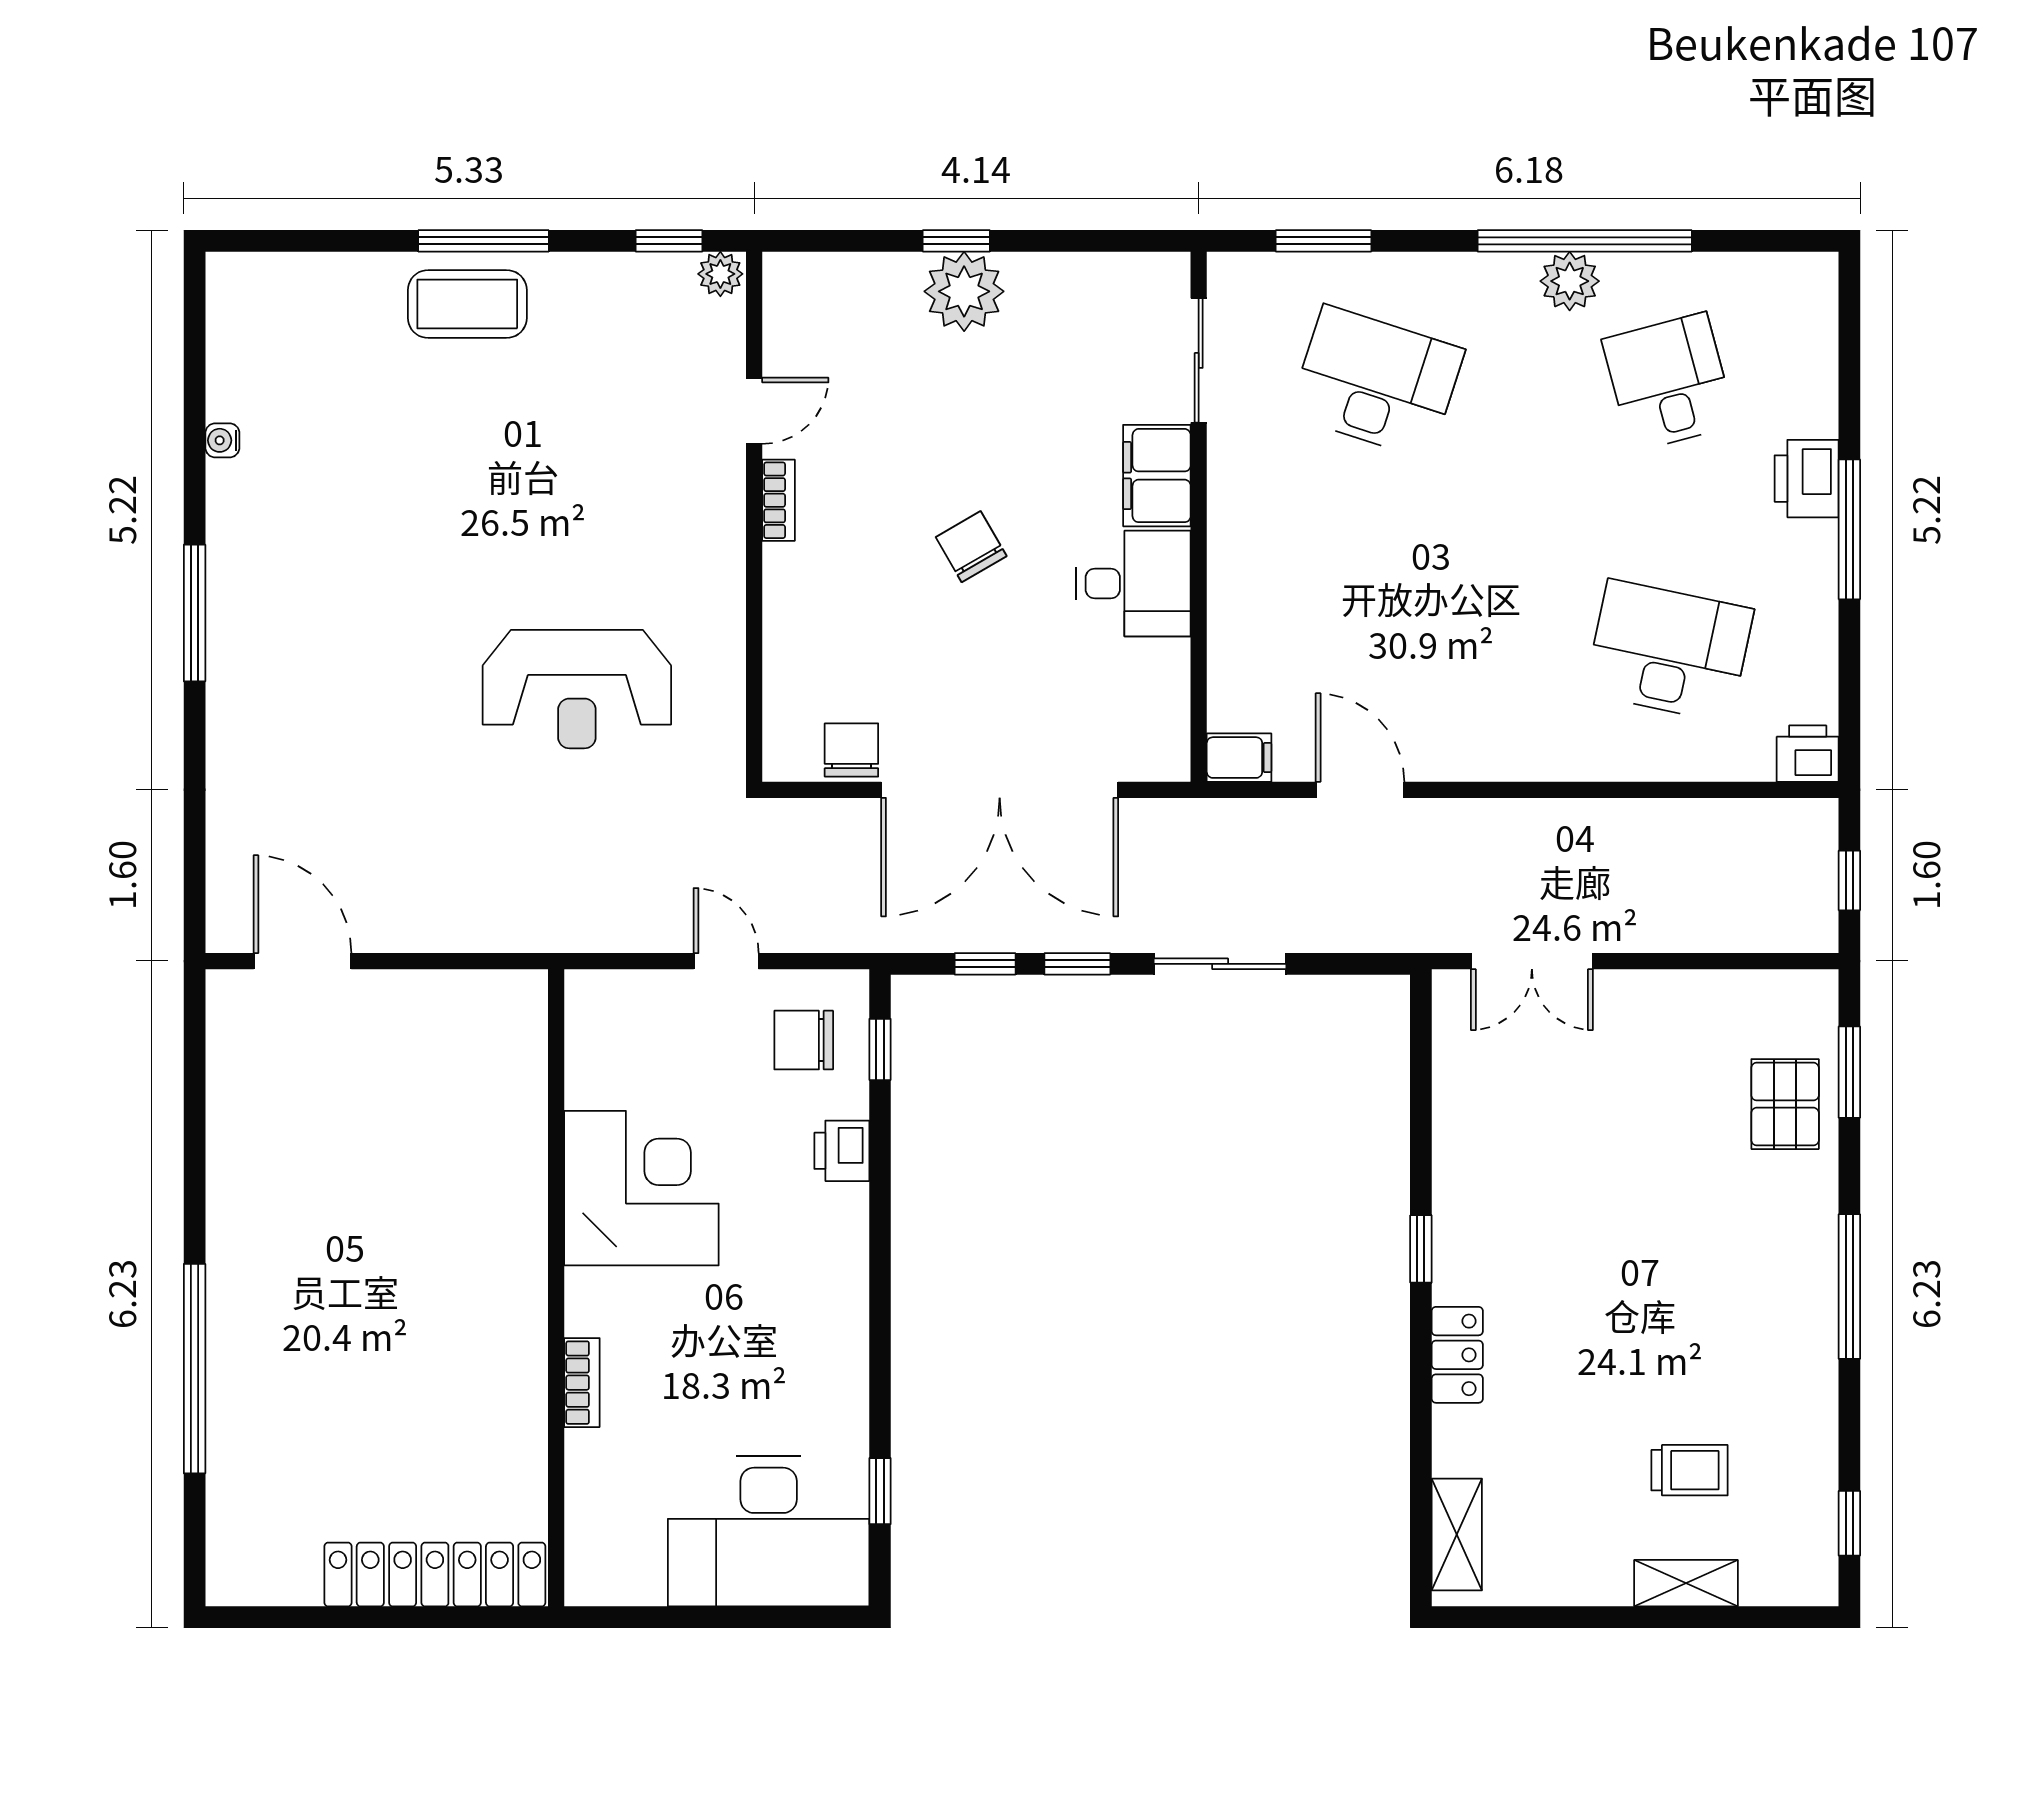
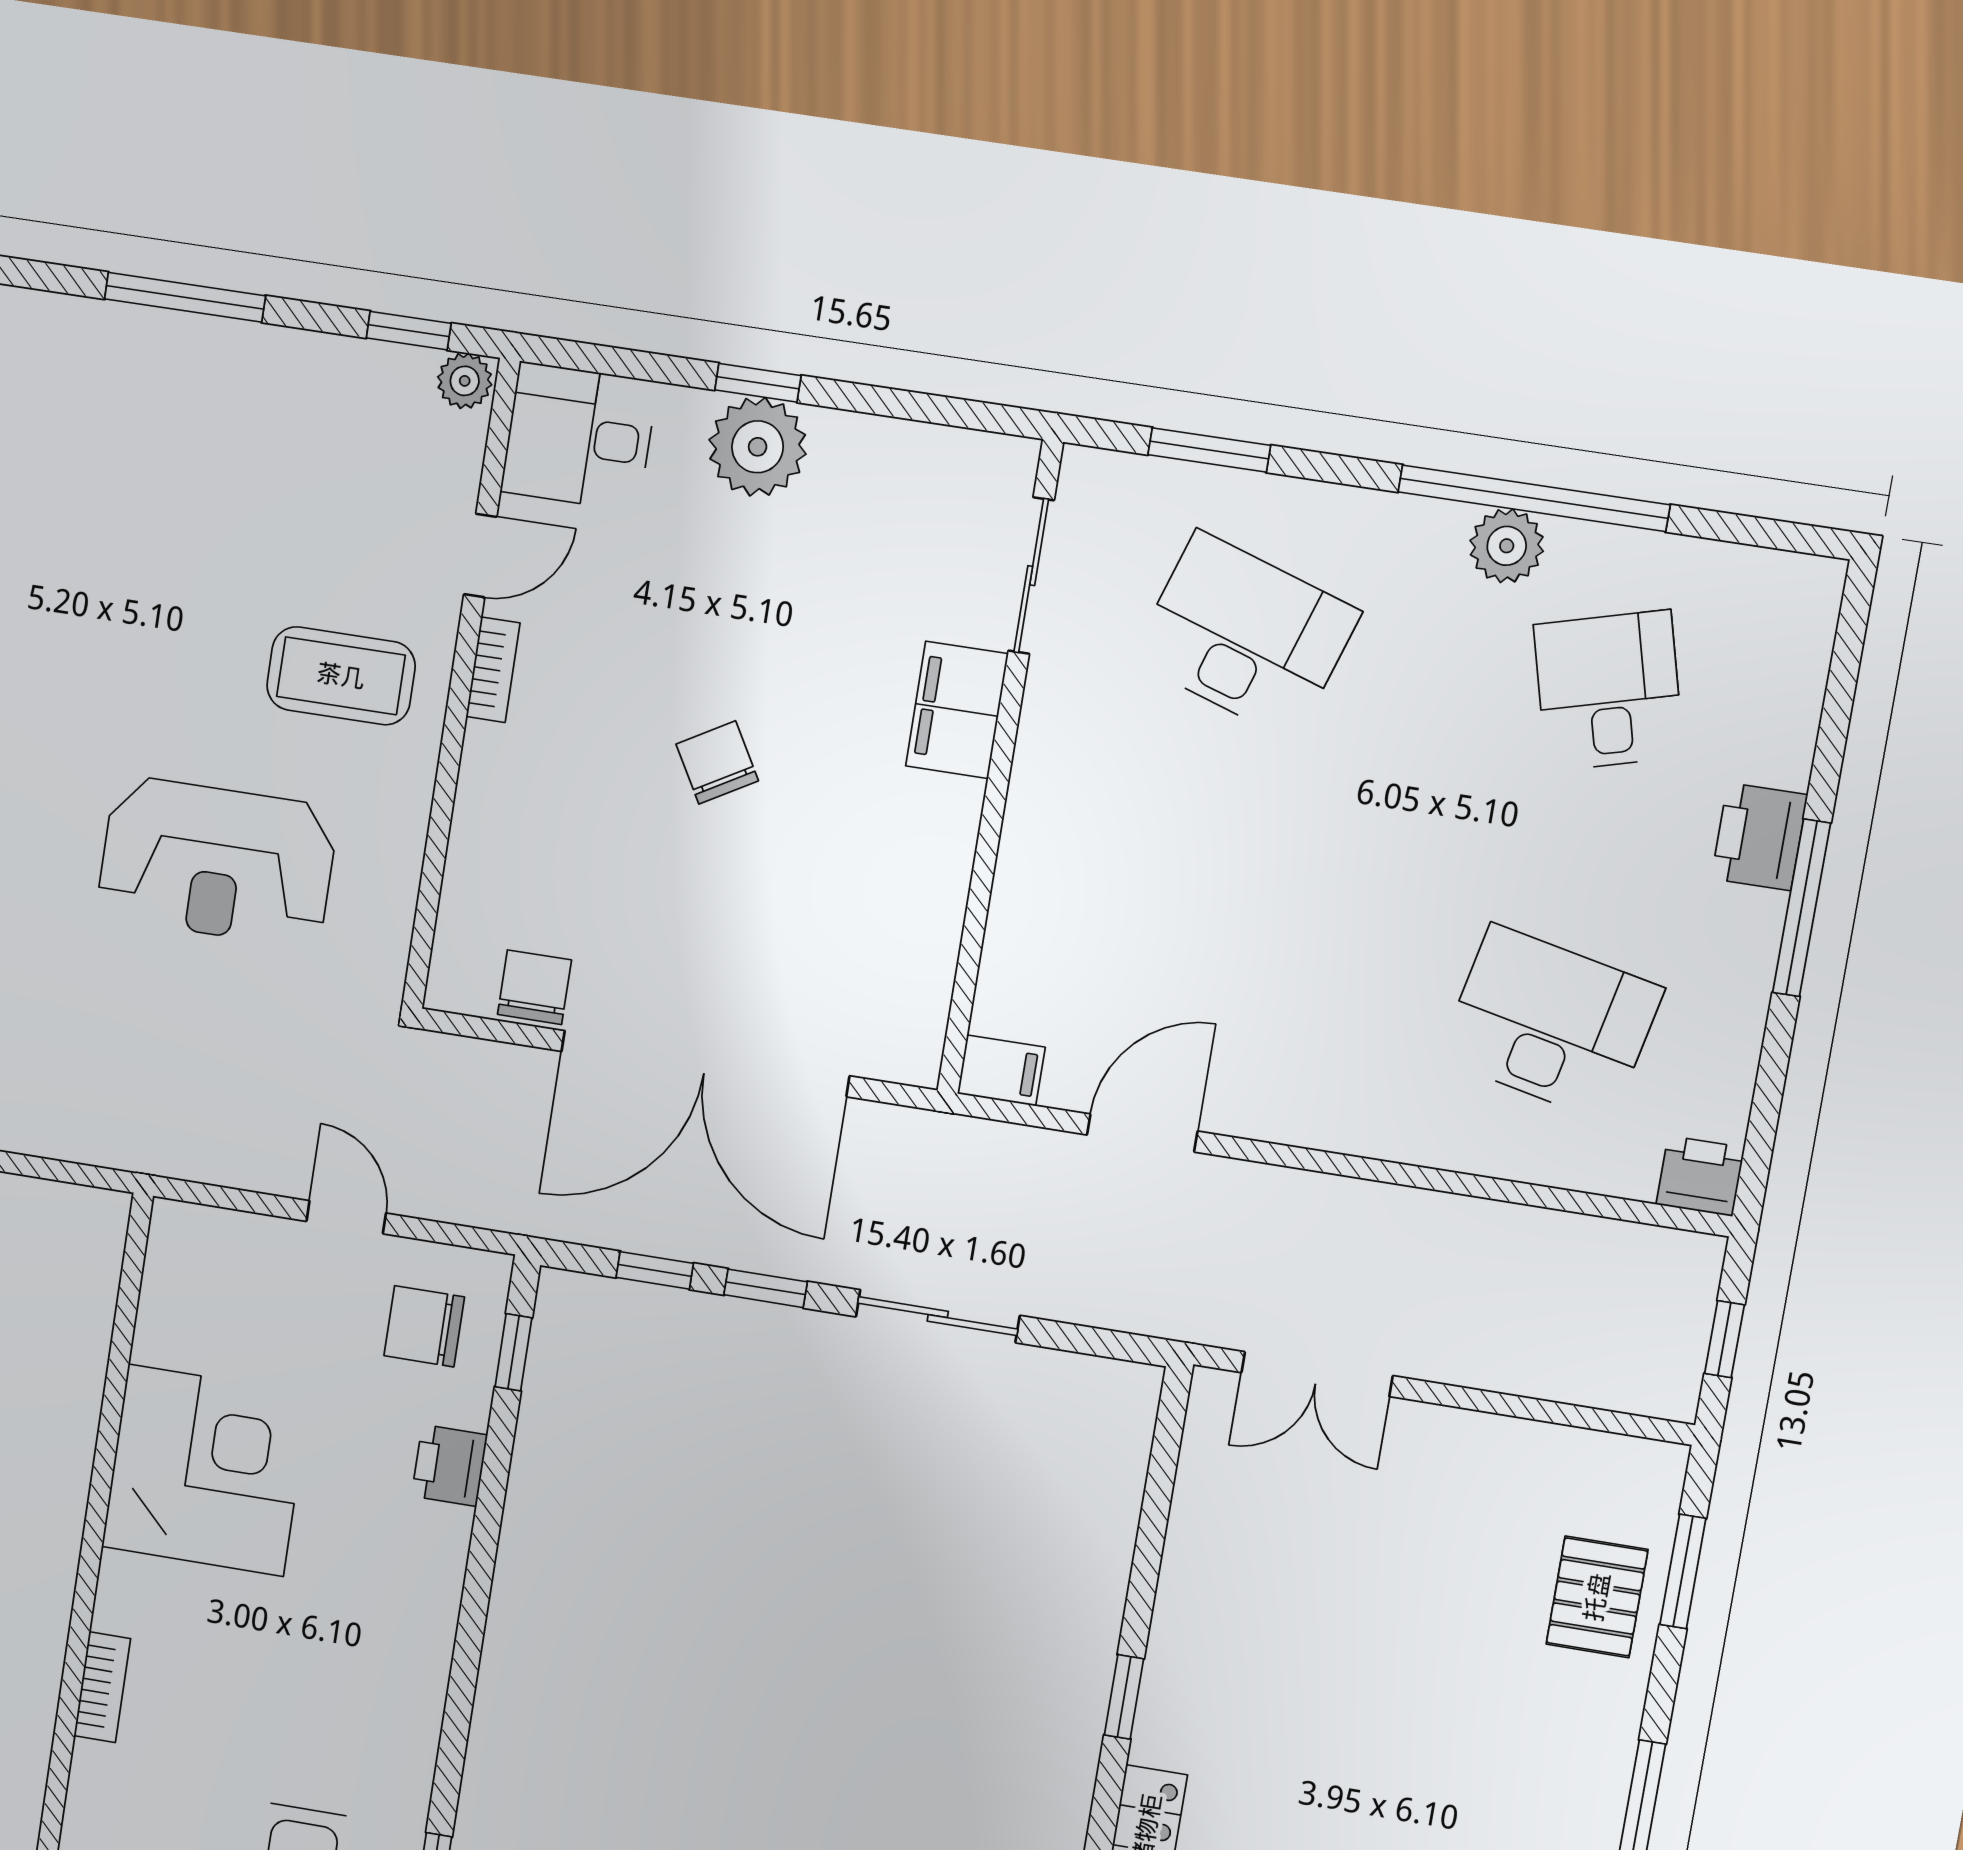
coffee table: (467, 304) -> (341, 676), moved
desk: (1134, 583) -> (579, 437), moved, turned 180
door: (1360, 790) -> (1142, 1133), hinge flipped

